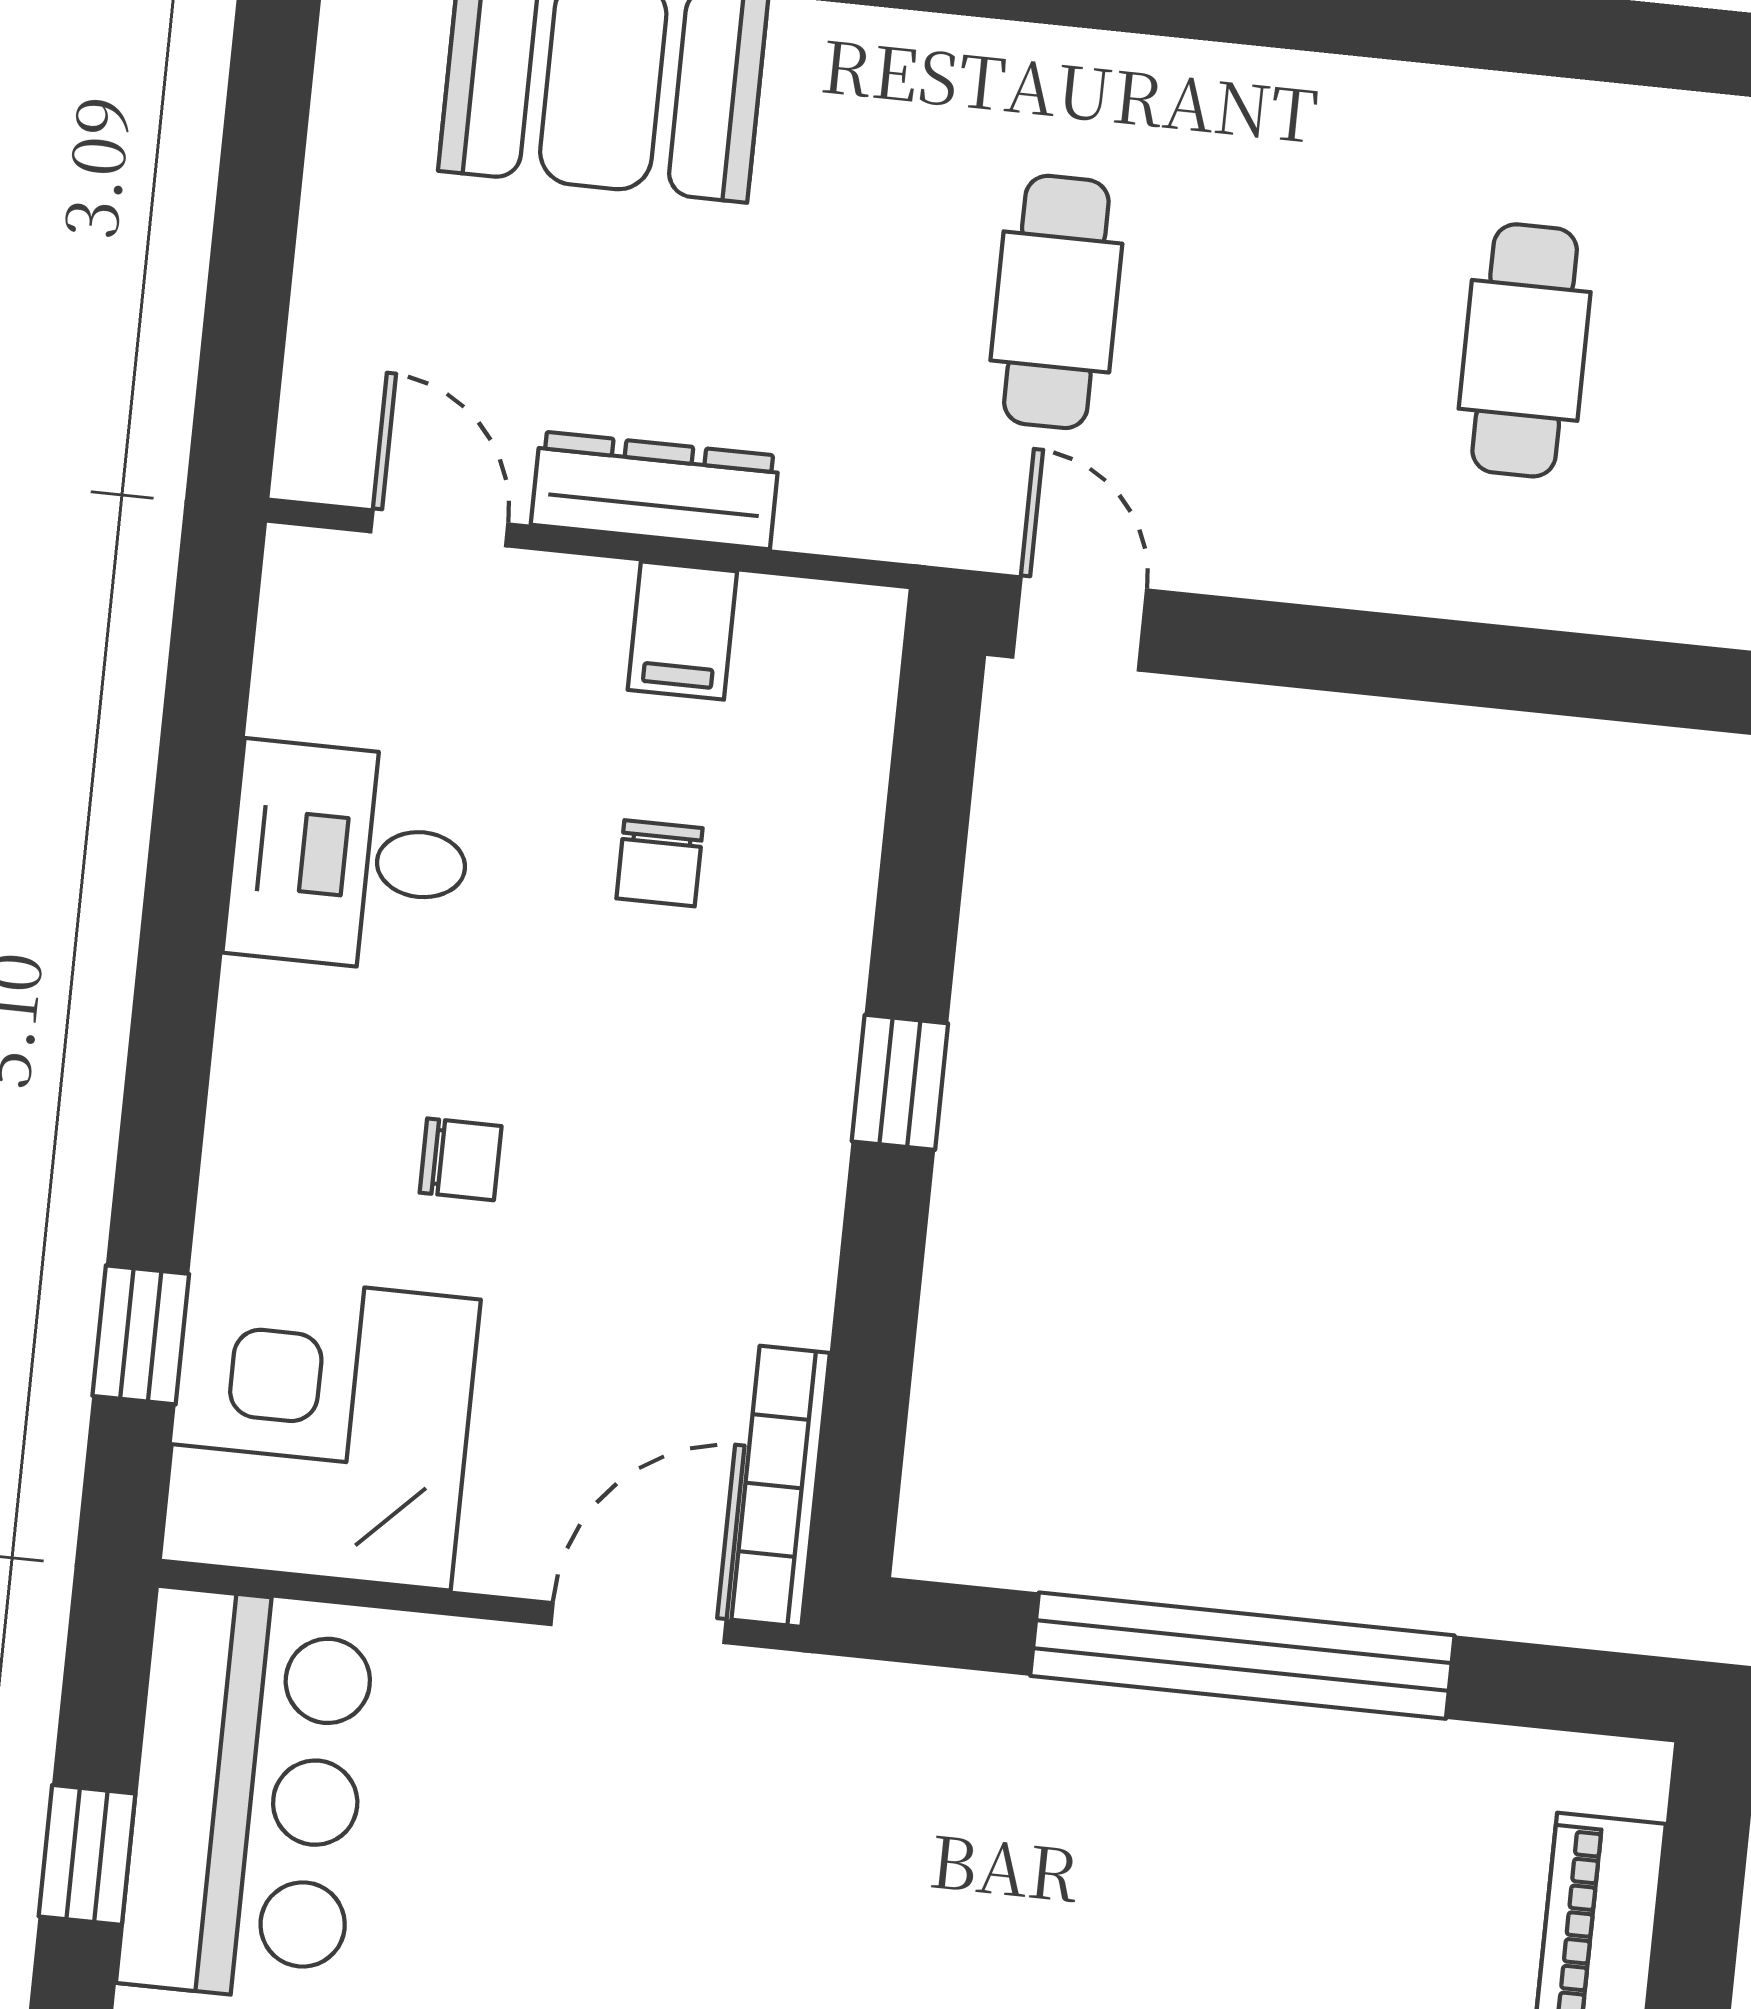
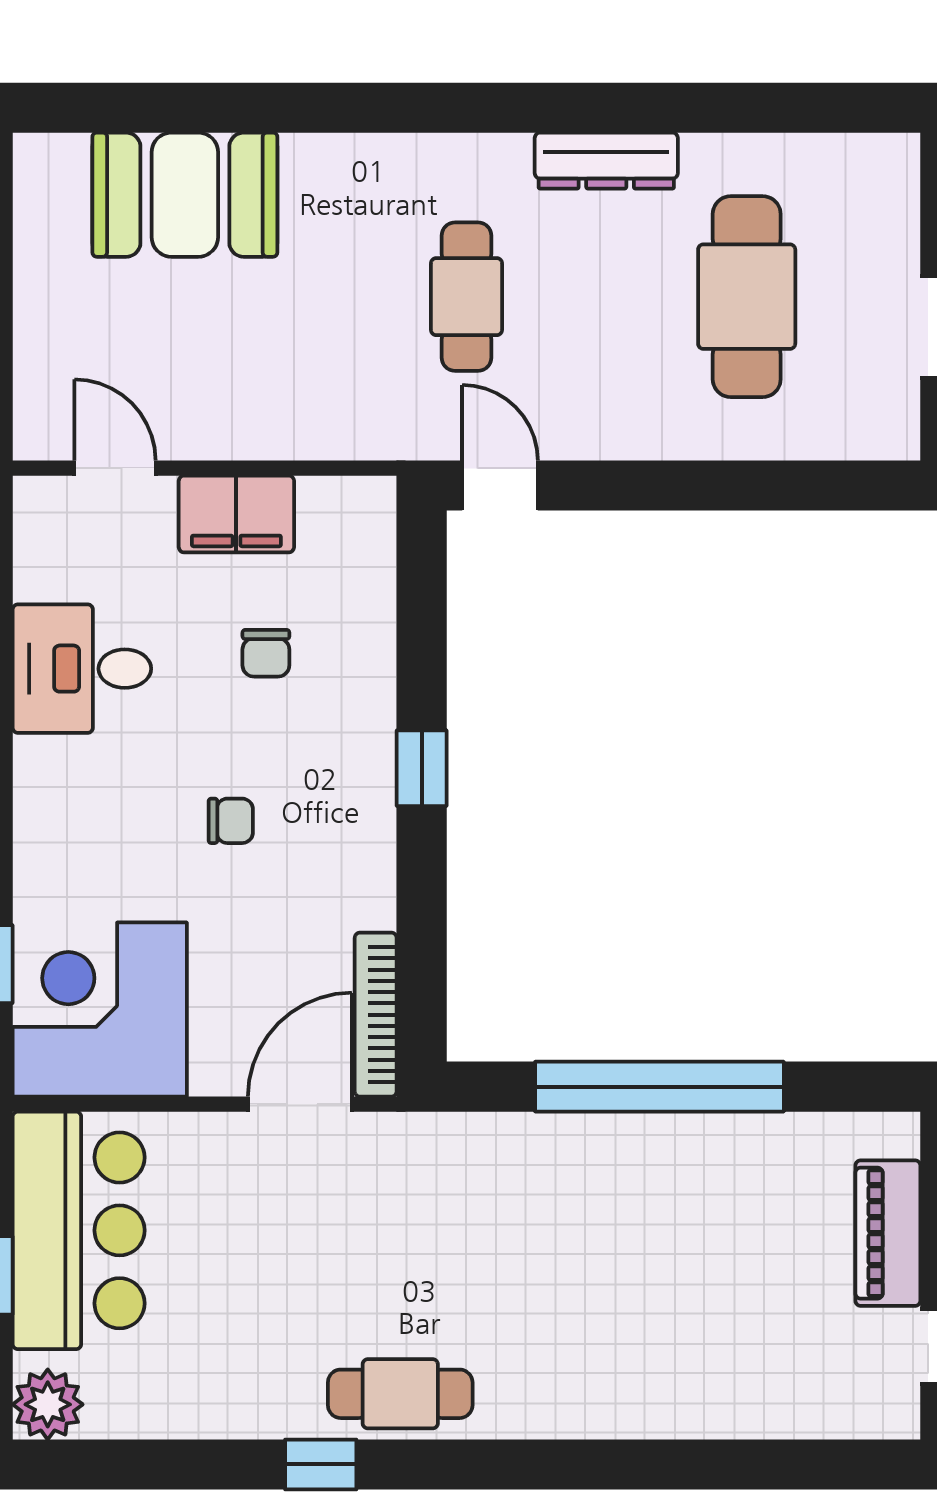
cafe table: (1525, 350) -> (747, 297), width x1.37, depth x1.35
dresser: (655, 490) -> (606, 161), moved, turned 180
filing cabinet: (682, 631) -> (236, 514), width x2.00
chair: (461, 1159) -> (231, 821), moved

